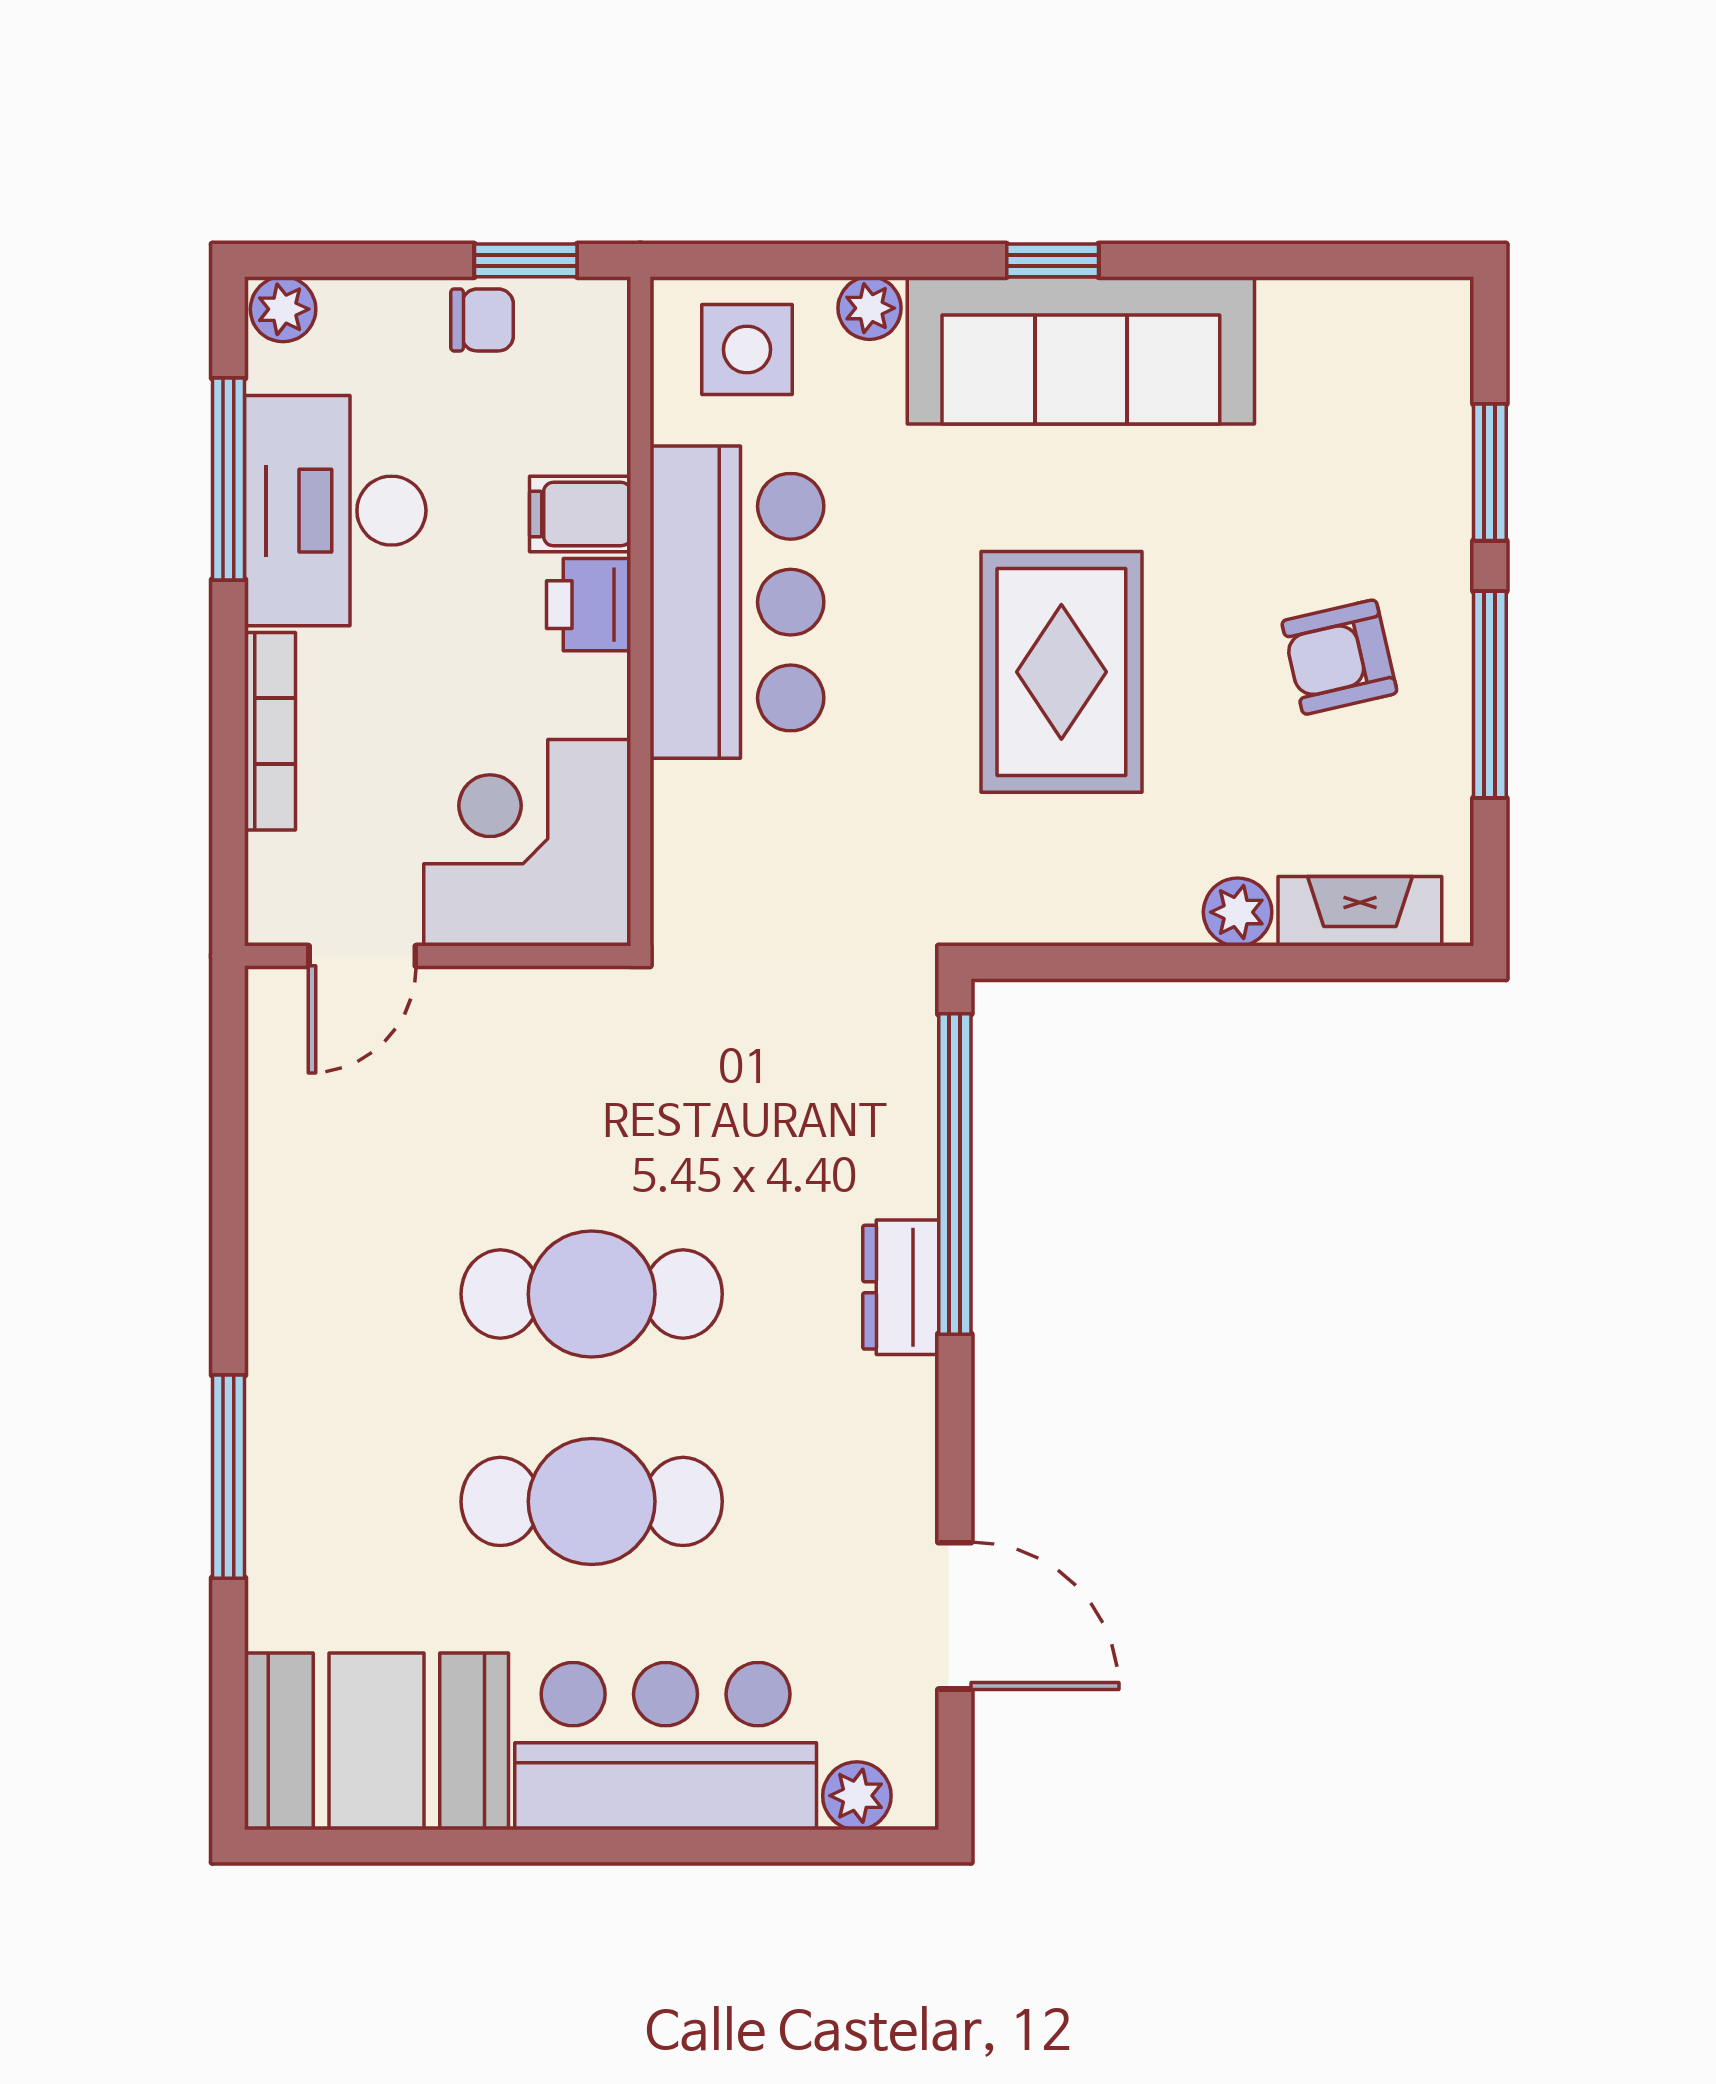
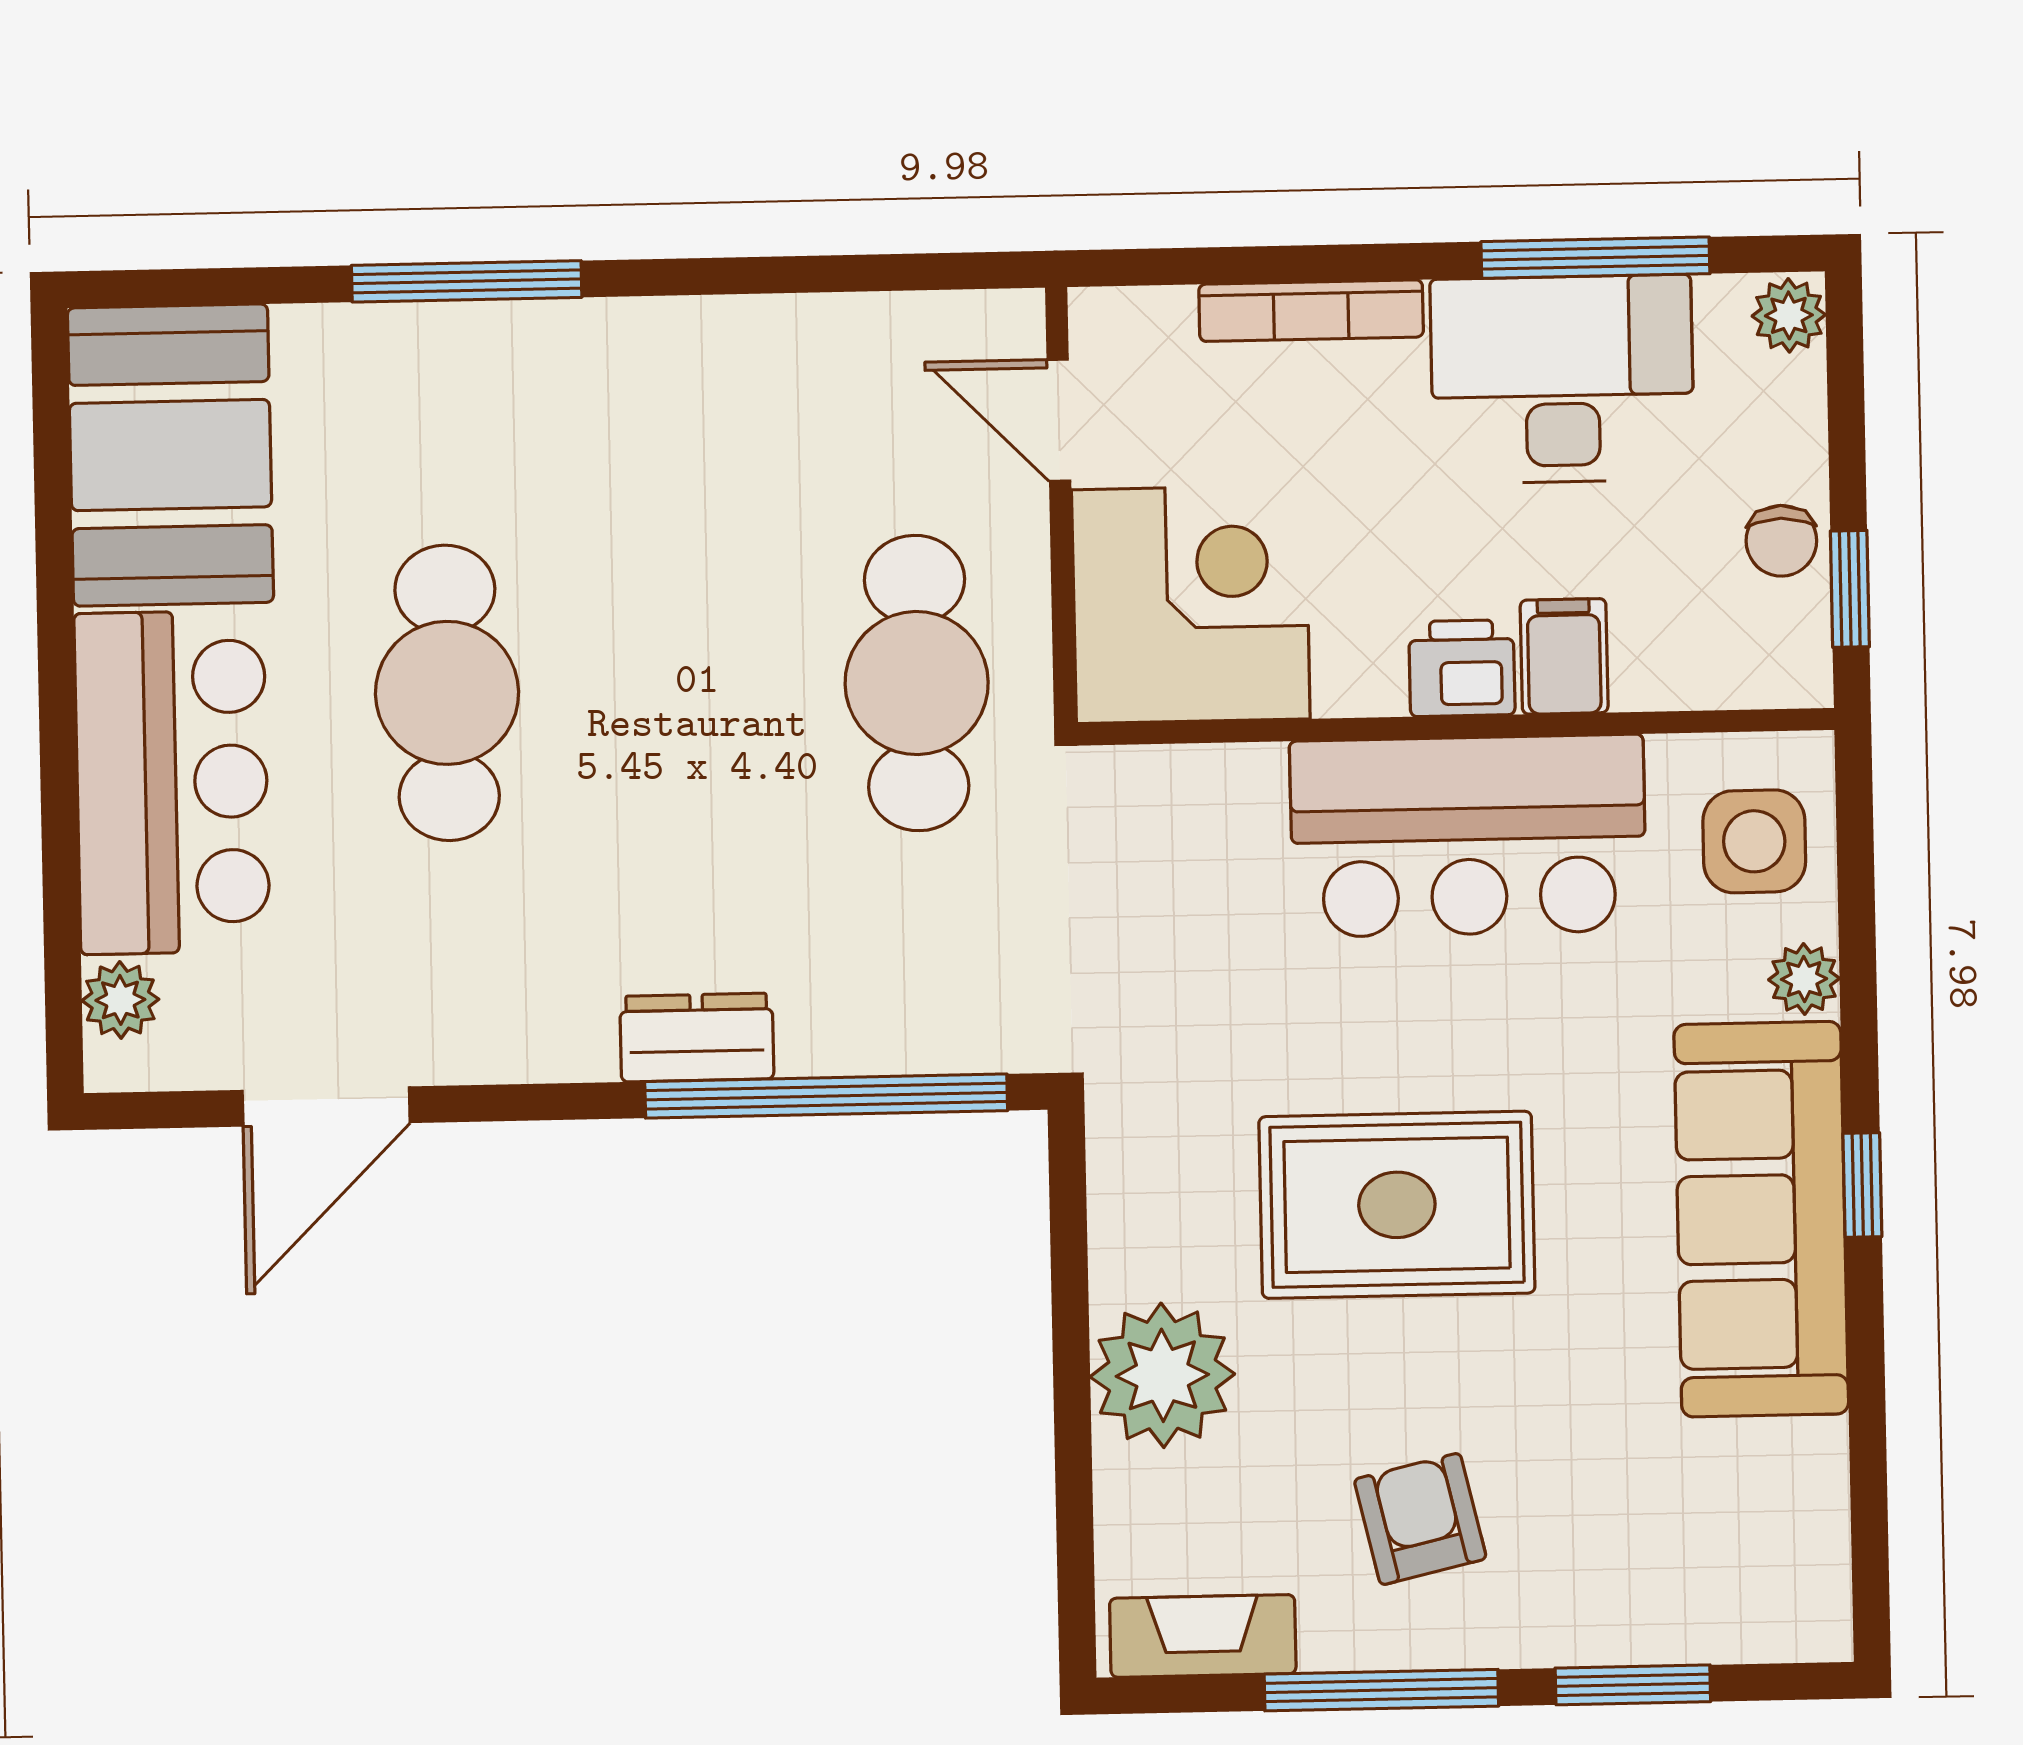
fireplace: (1360, 911) -> (1203, 1636), moved, turned -90
plant: (1238, 912) -> (1162, 1375), width x1.88, depth x1.88
cafe table: (592, 1294) -> (917, 683), moved

